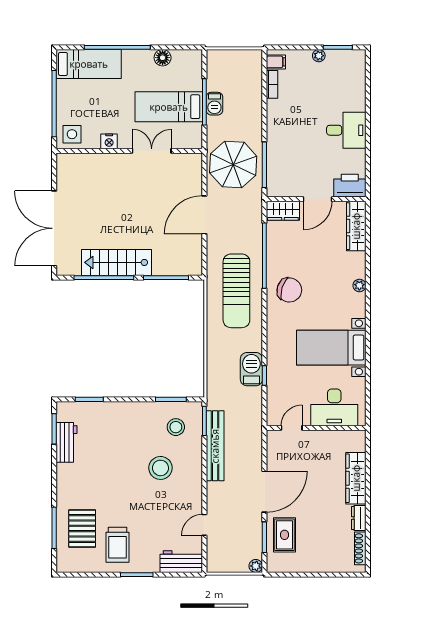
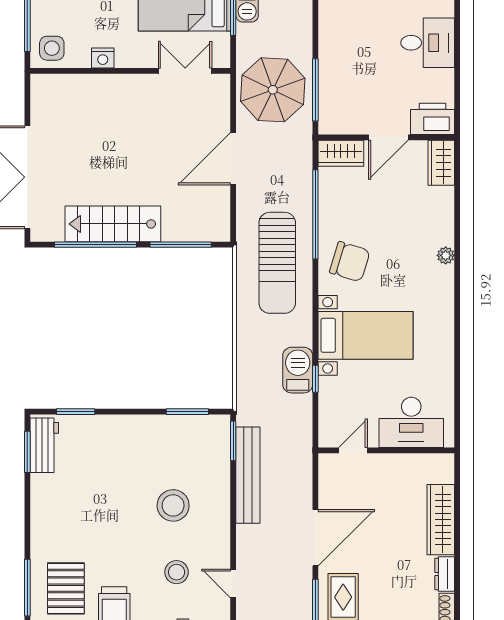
double door: (152, 151) -> (185, 71), moved
wardrobe: (356, 226) -> (441, 163), width x0.67
bed with nightstands: (331, 348) -> (366, 335), moved, turned 180
stool: (176, 427) -> (177, 572), moved
workbench: (66, 442) -> (44, 445), moved
door: (204, 525) -> (233, 583), hinge flipped

